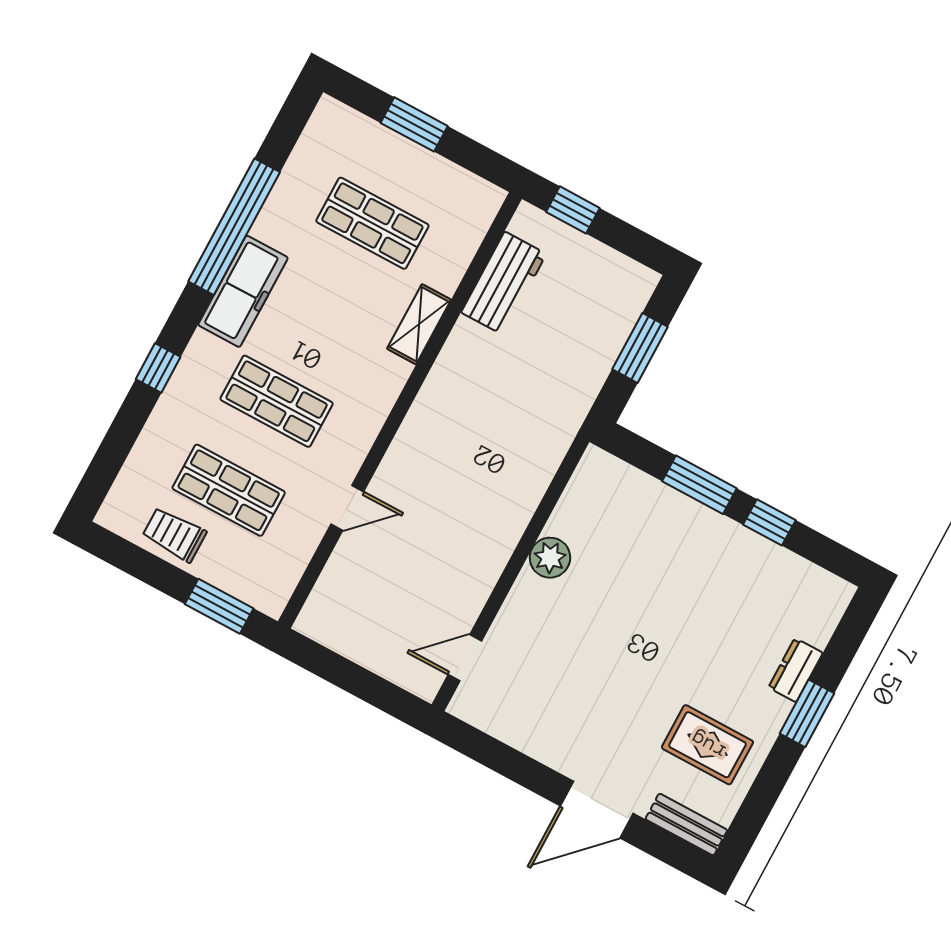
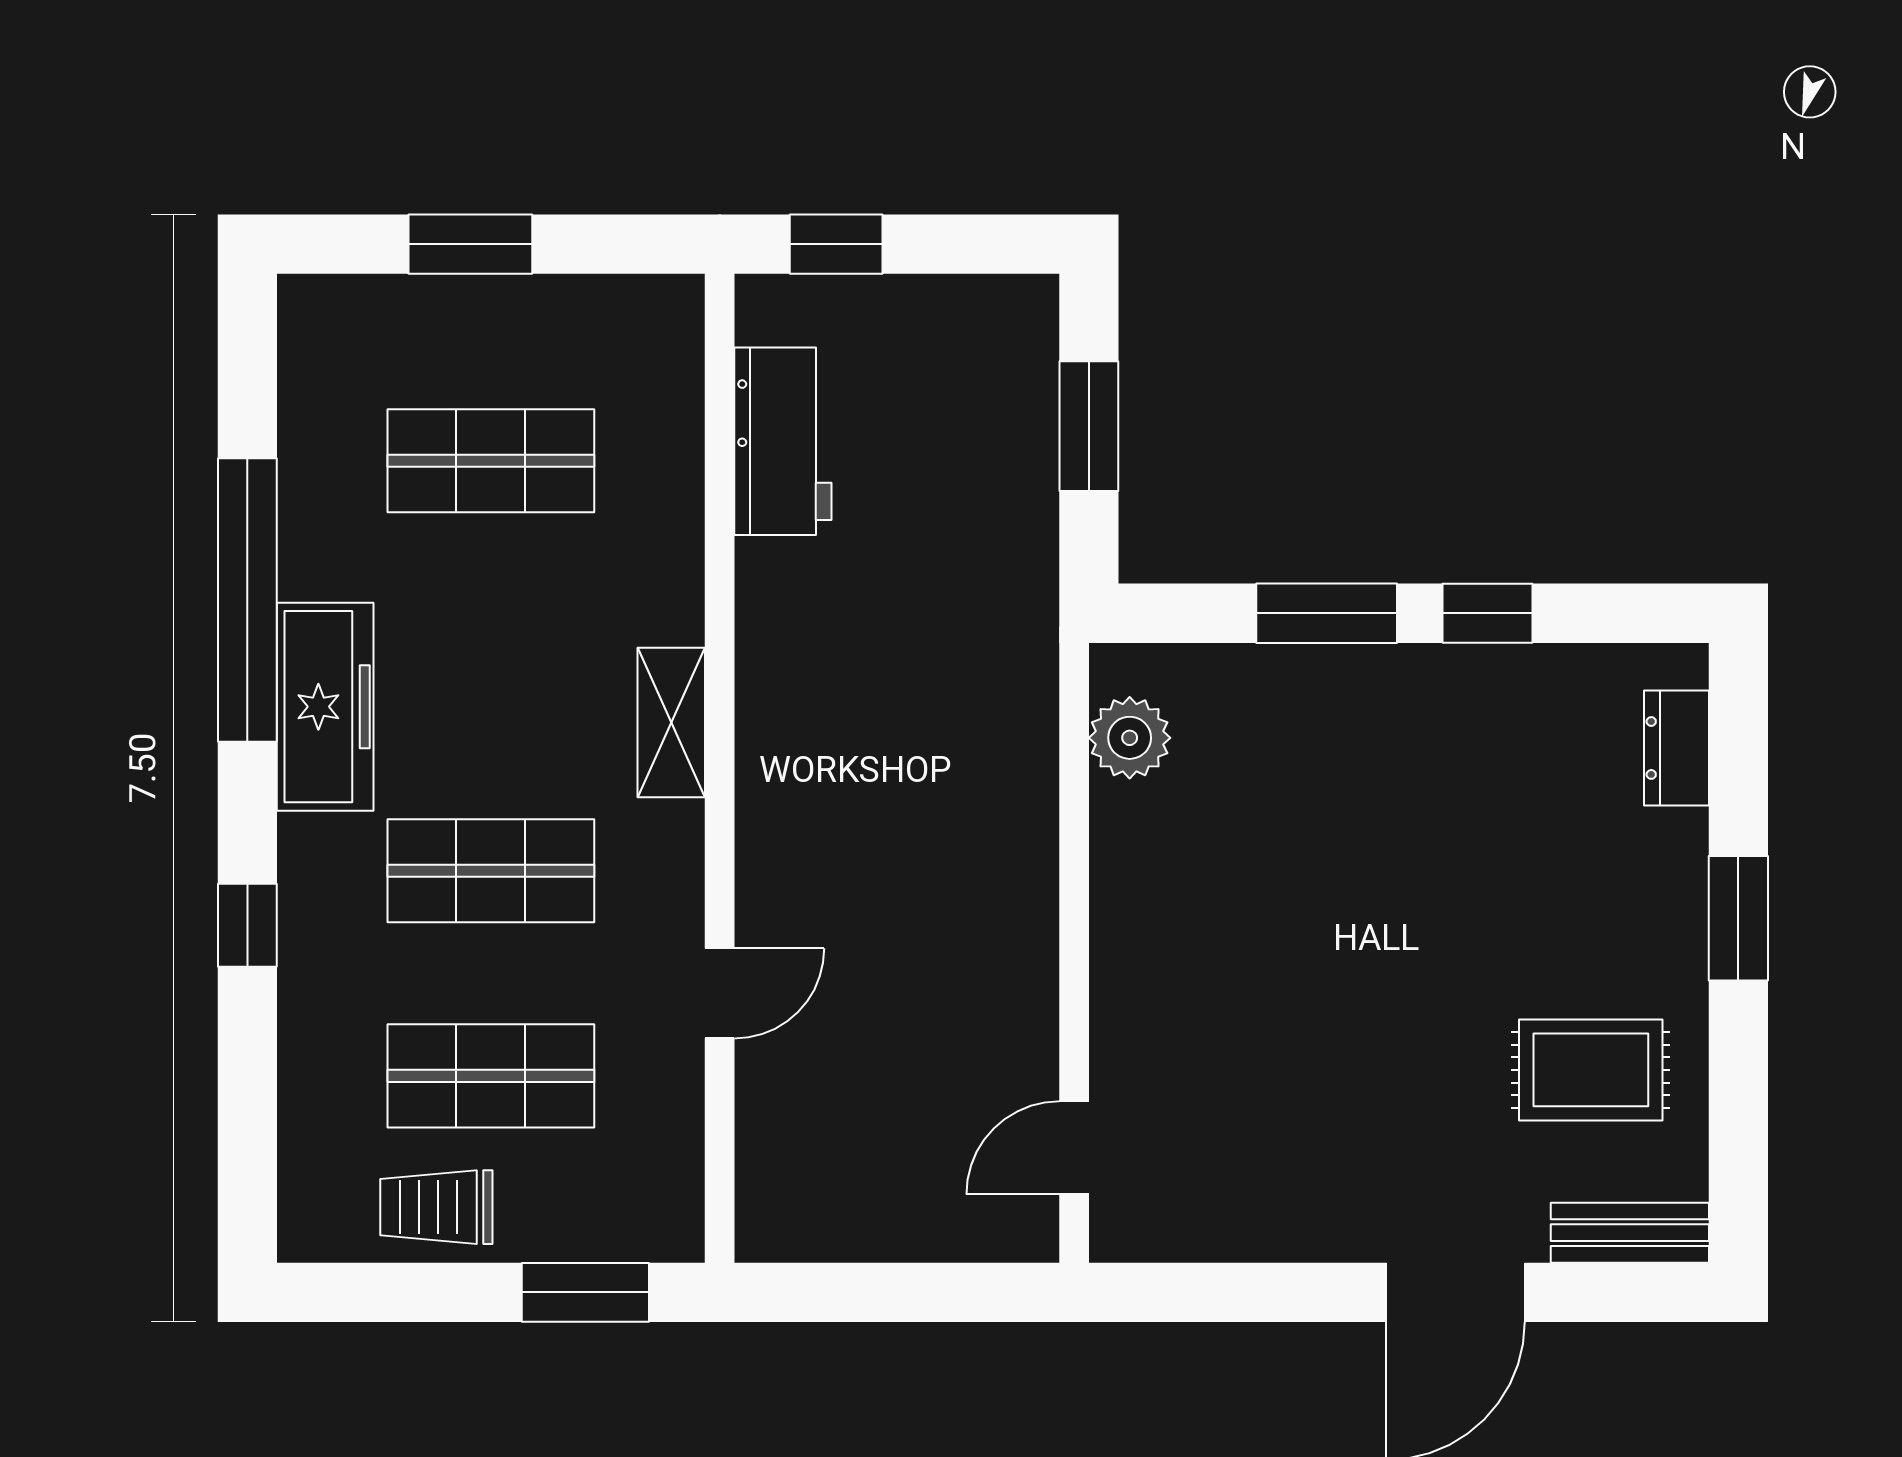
shelving: (419, 324) -> (671, 722), moved
plant: (550, 558) -> (1130, 738), moved
dresser: (796, 670) -> (1676, 748), moved

